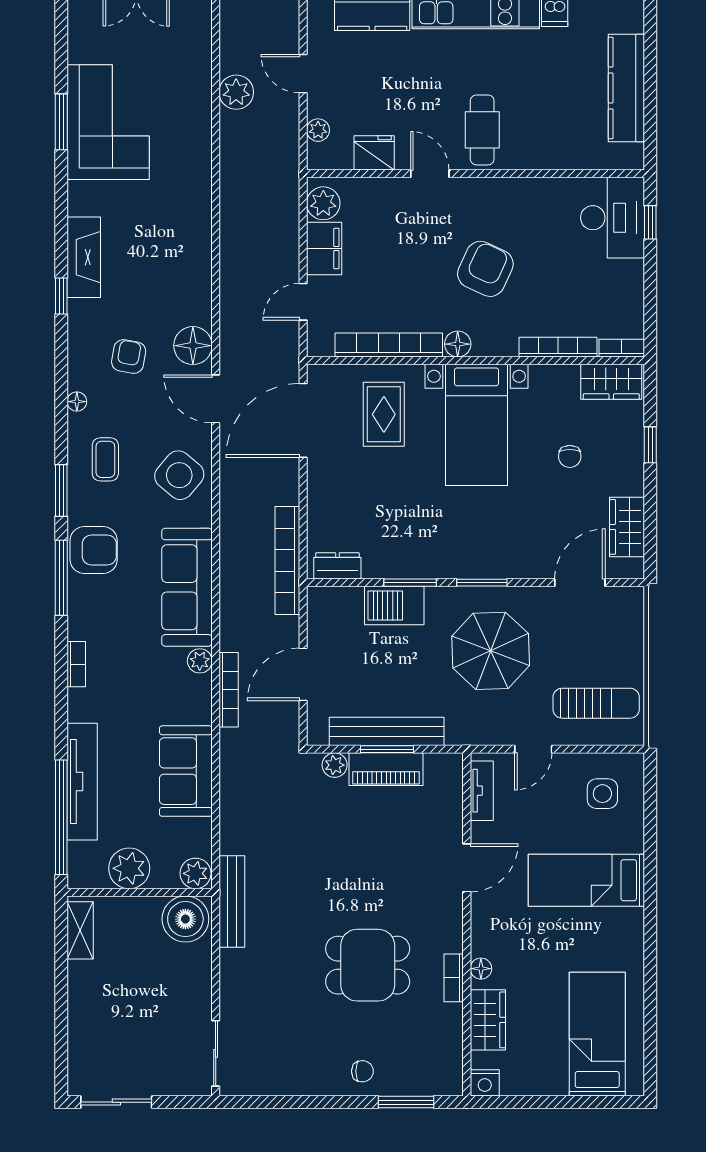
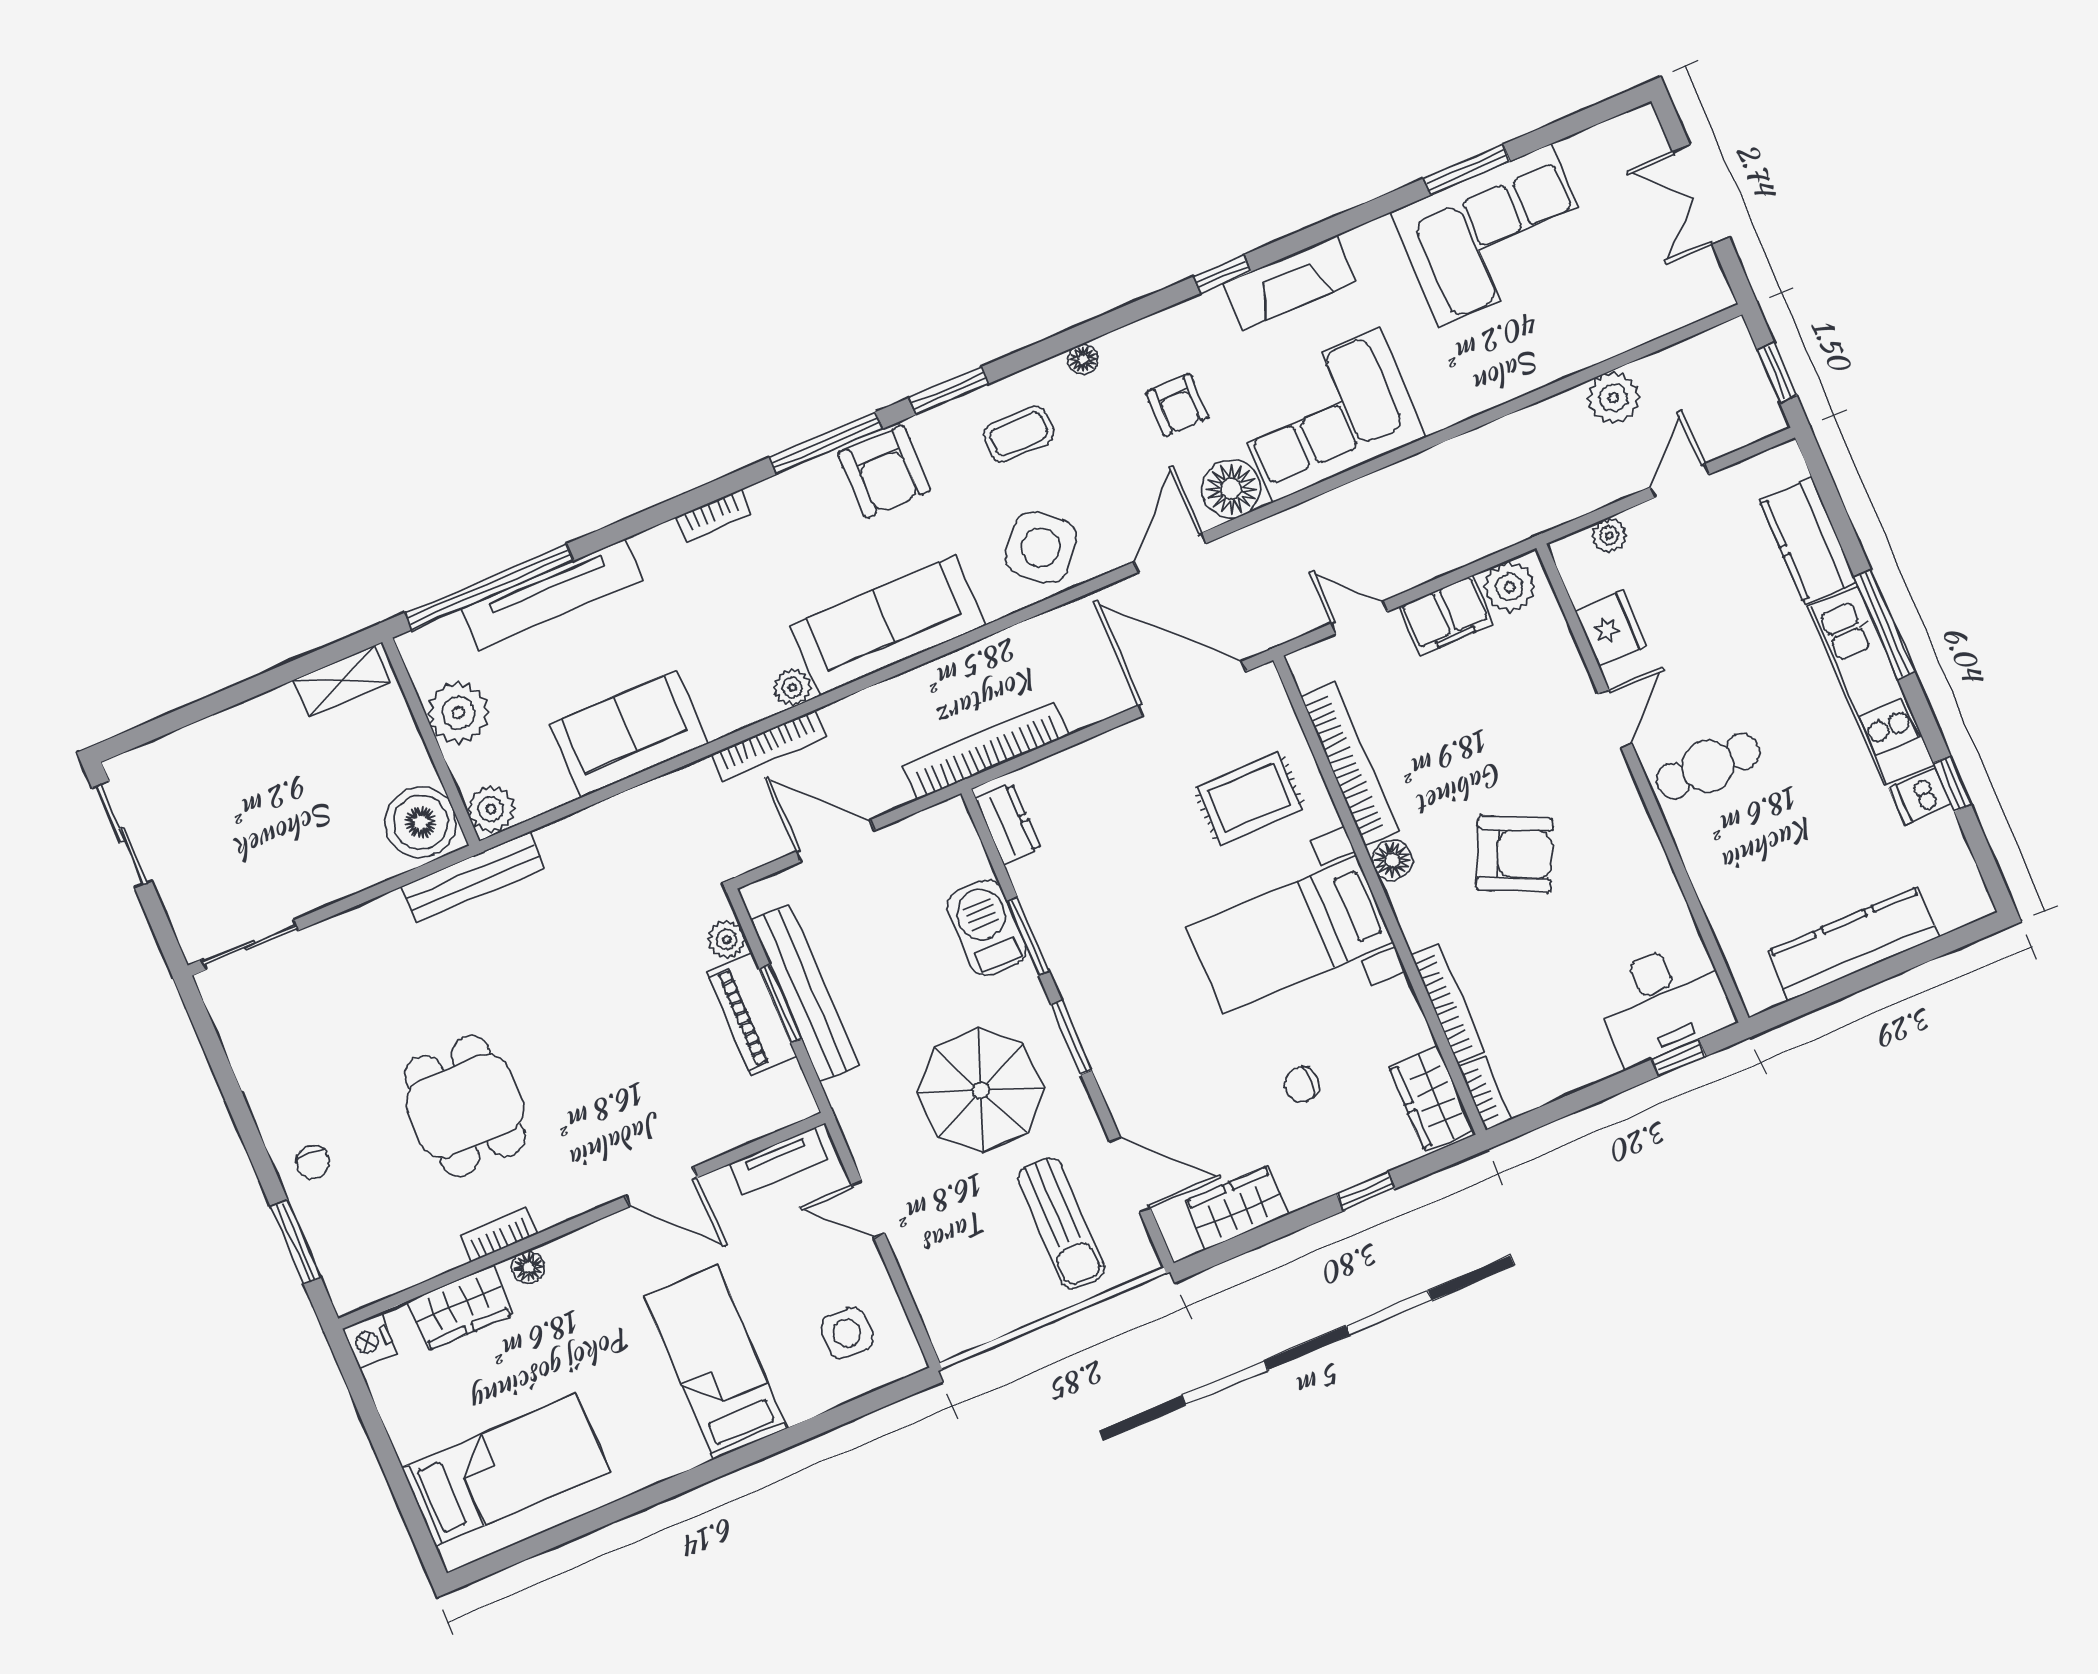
corner sofa: (173, 269) -> (1327, 415), added
armchair: (129, 357) -> (1177, 405), turned 80
sun lounger: (596, 703) -> (1061, 1223), moved

